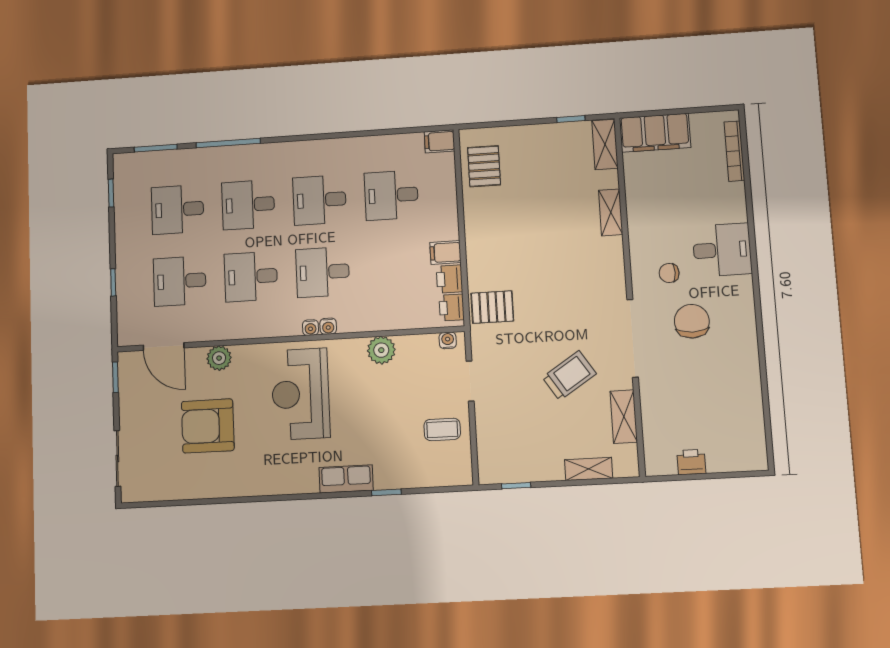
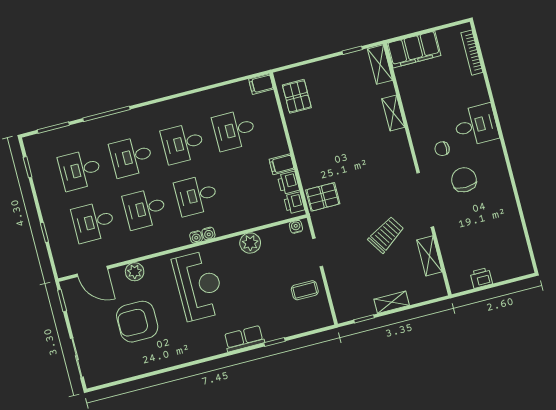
reception desk: (300, 394) -> (199, 286), turned 180
shelving: (589, 469) -> (392, 302), moved

